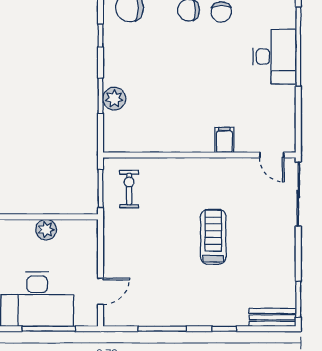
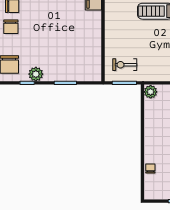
plant: (114, 99) -> (36, 74), moved
plant: (46, 230) -> (151, 92), moved

